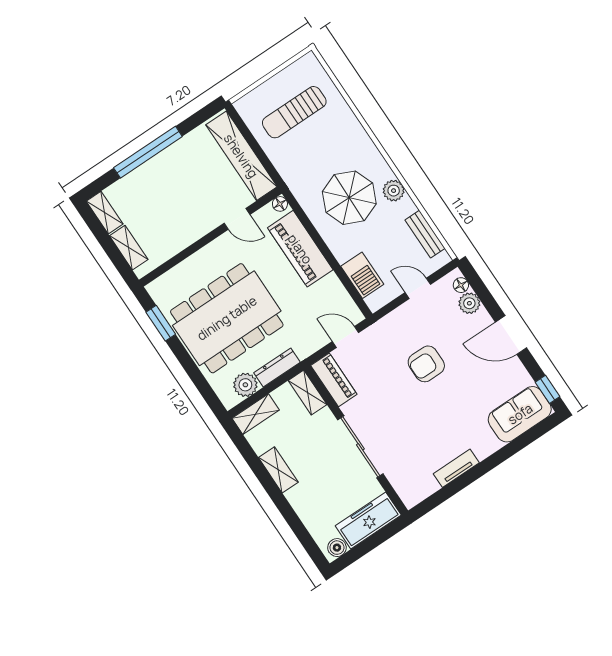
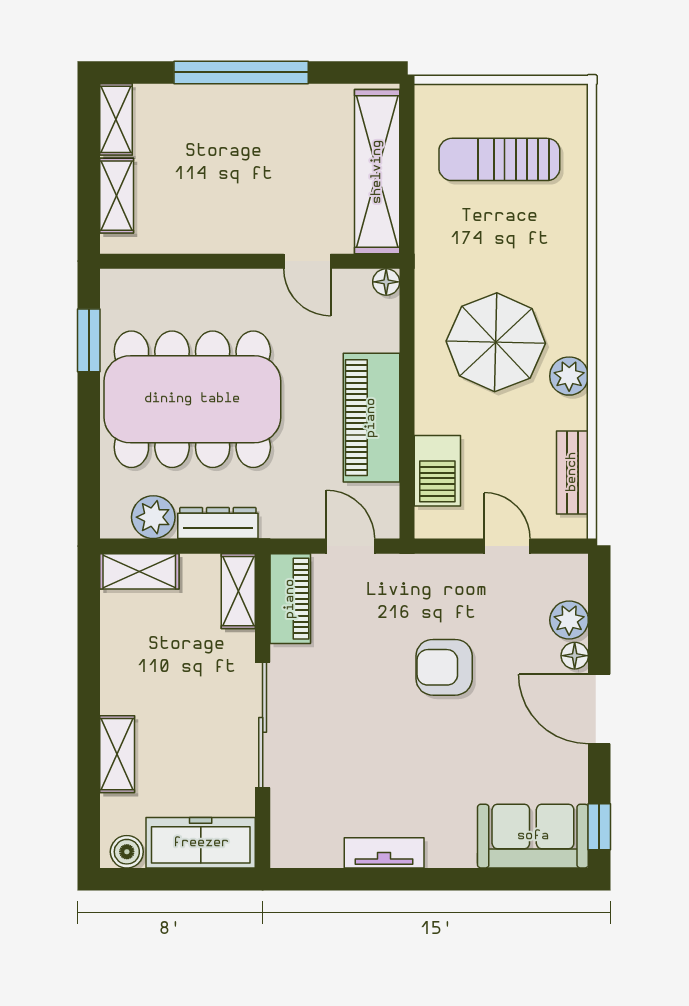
piano: (300, 249) -> (371, 418), moved
floor lamp: (461, 285) -> (575, 656), moved
shelving: (278, 470) -> (117, 754), moved

